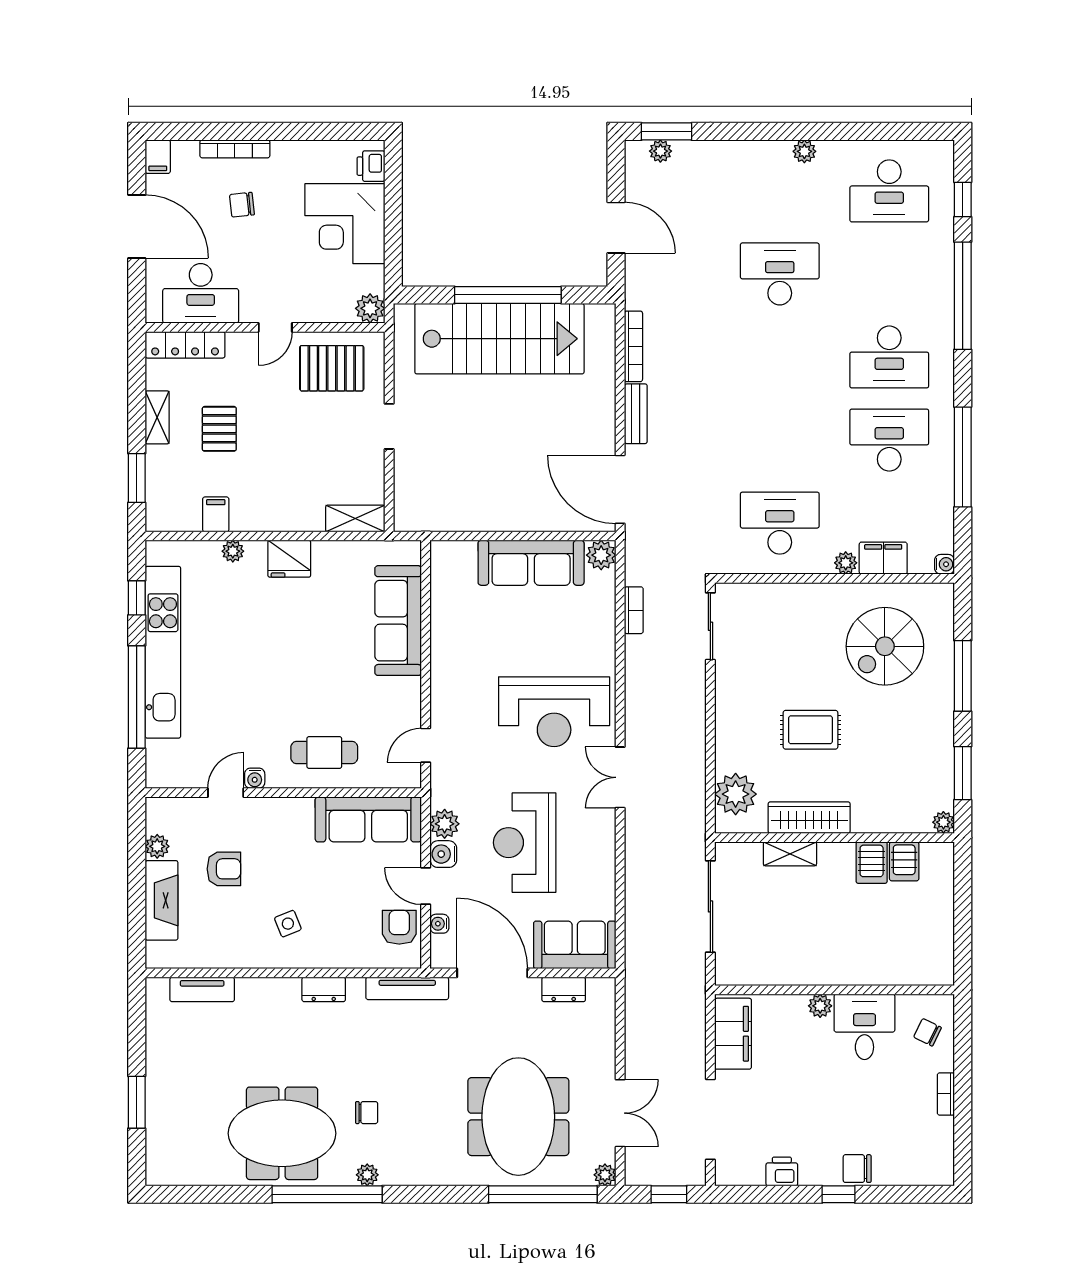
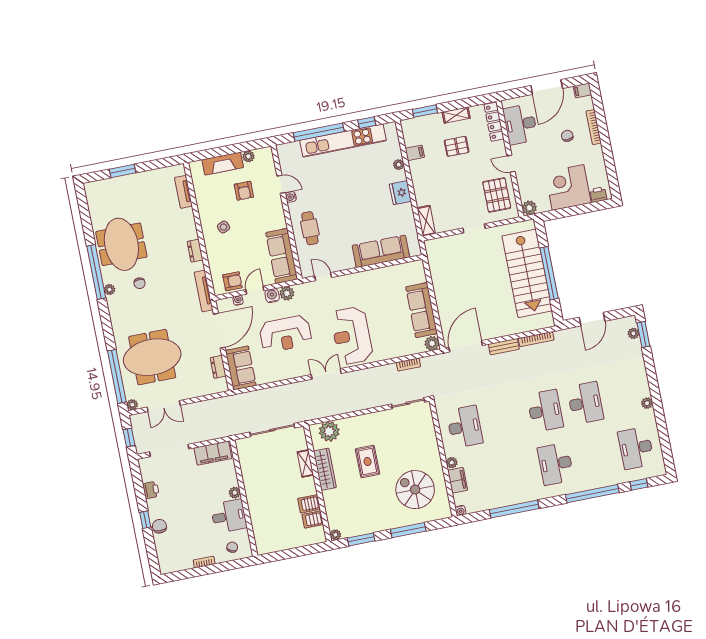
desk: (889, 440) -> (545, 411), moved
reception desk: (525, 843) -> (285, 334), turned 180

